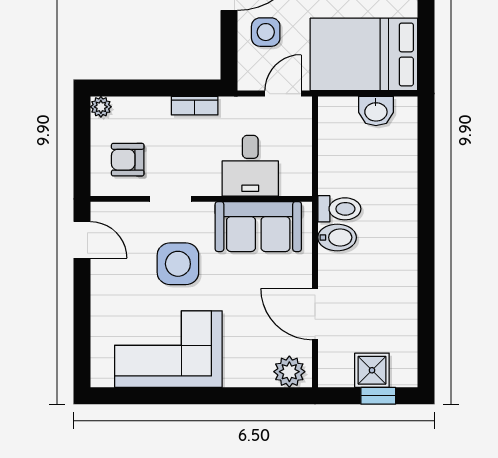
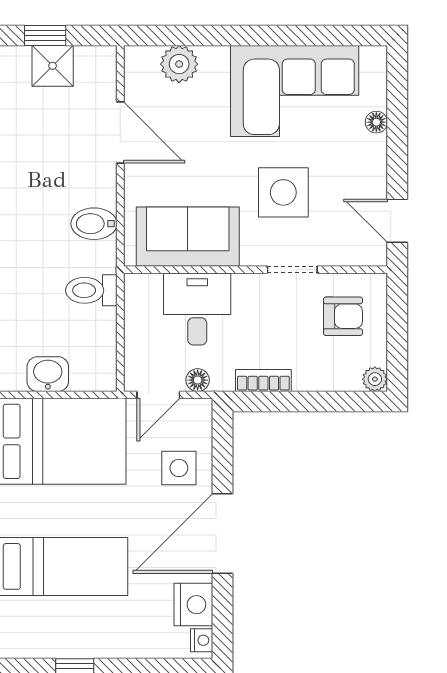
floor lamp: (250, 106) -> (198, 380), added
toilet: (339, 209) -> (91, 290), moved
floor lamp: (100, 323) -> (376, 122), added
plant: (289, 372) -> (179, 64), moved

